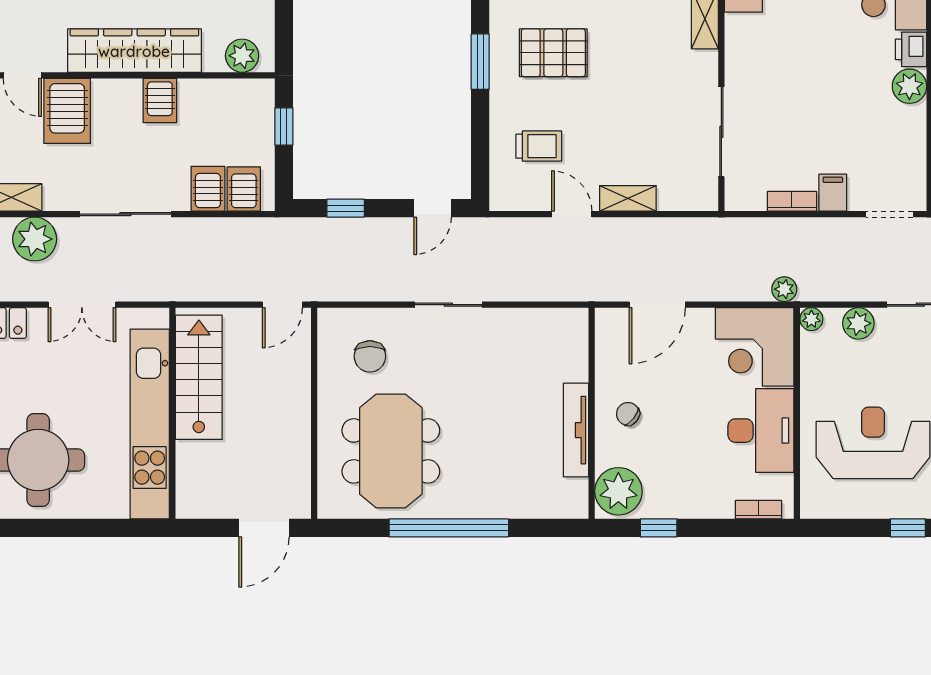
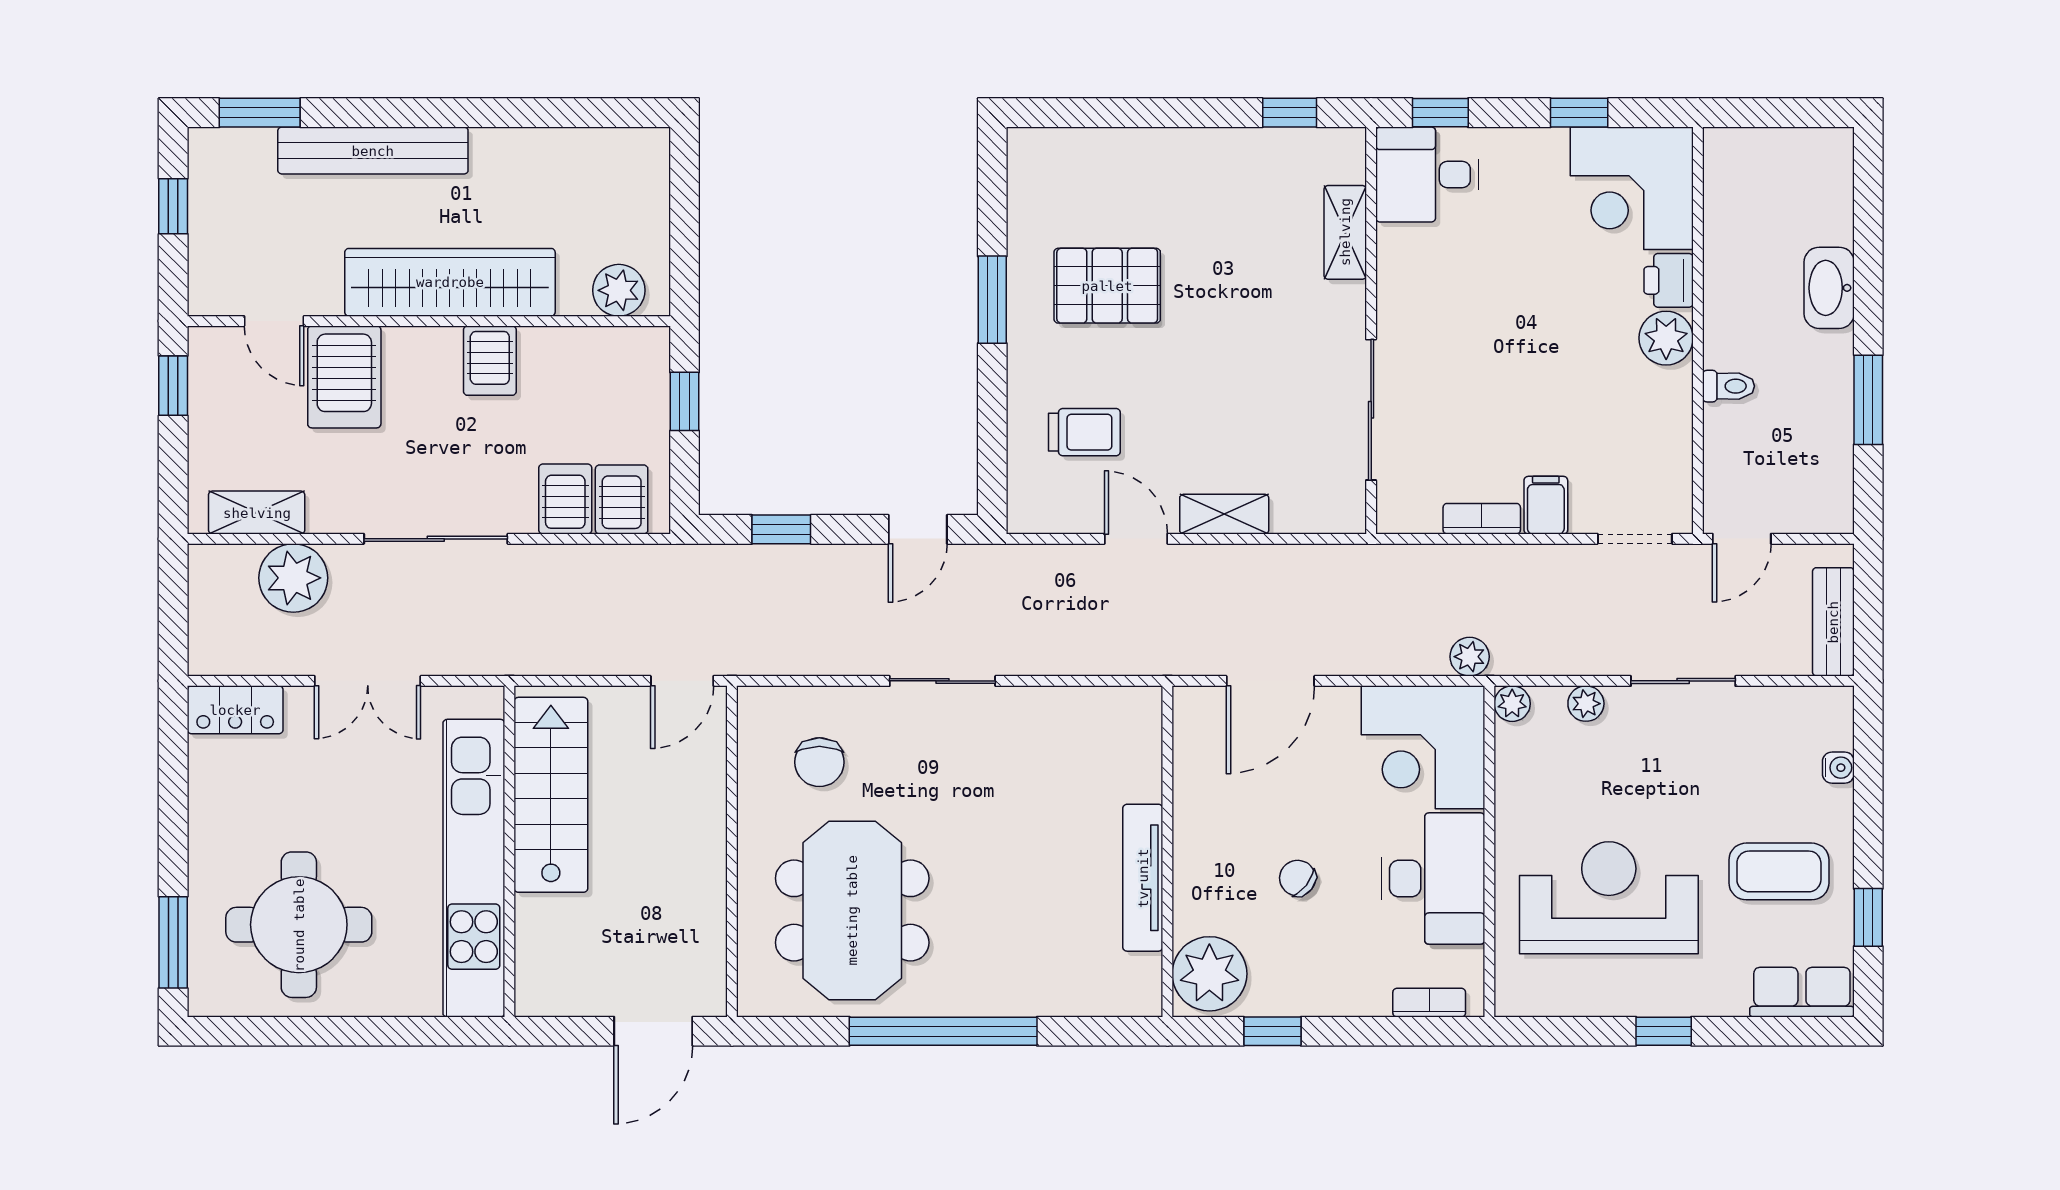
plant: (858, 323) -> (1586, 704), width x0.73, depth x0.73
chair: (628, 414) -> (1298, 878), moved

